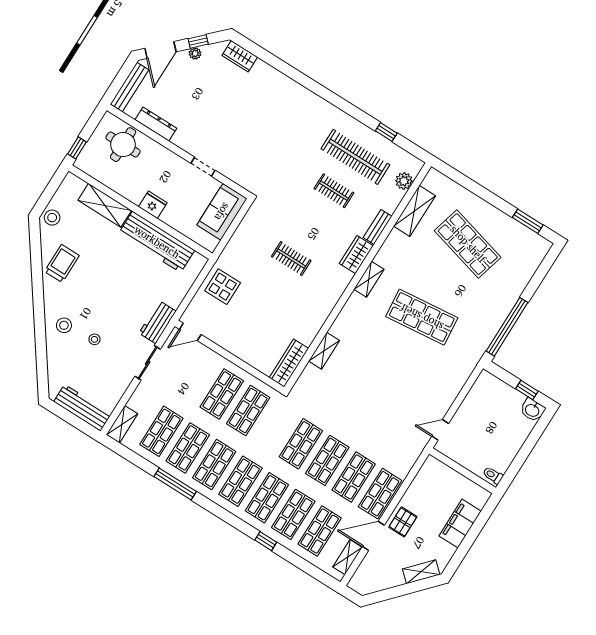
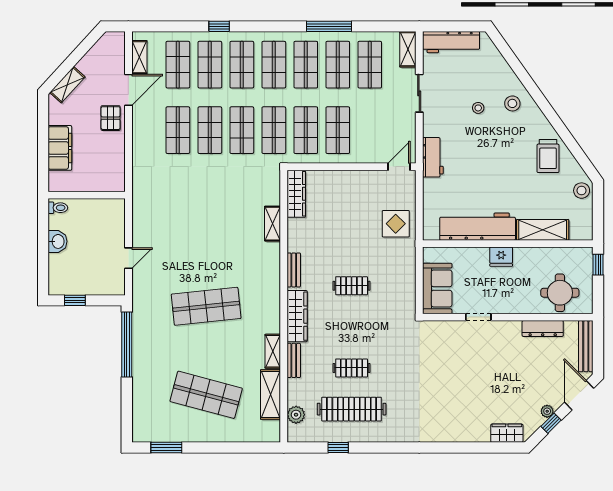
wardrobe: (356, 255) -> (297, 316), width x1.50
shelving: (369, 279) -> (273, 351), moved
bench: (331, 302) -> (294, 270), added
sliding door: (148, 363) -> (419, 93), moved
washbasin: (532, 410) -> (58, 241), moved, turned 90
door: (440, 430) -> (128, 258), moved
shop shelf: (380, 494) -> (274, 130), moved

